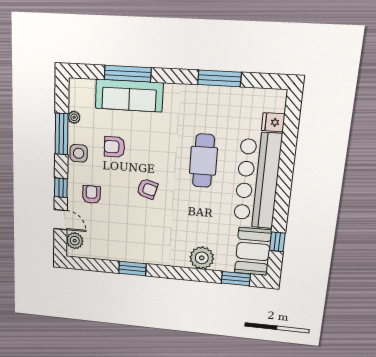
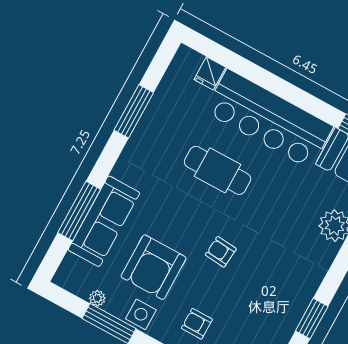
armchair: (114, 147) -> (154, 267), width x1.88, depth x1.88
armchair: (147, 189) -> (221, 252), turned -101

